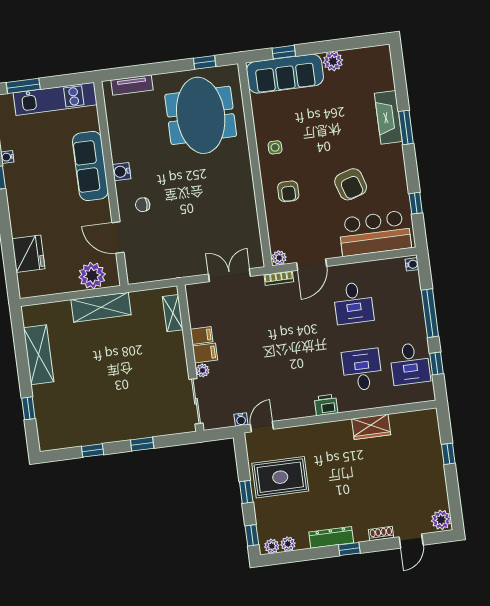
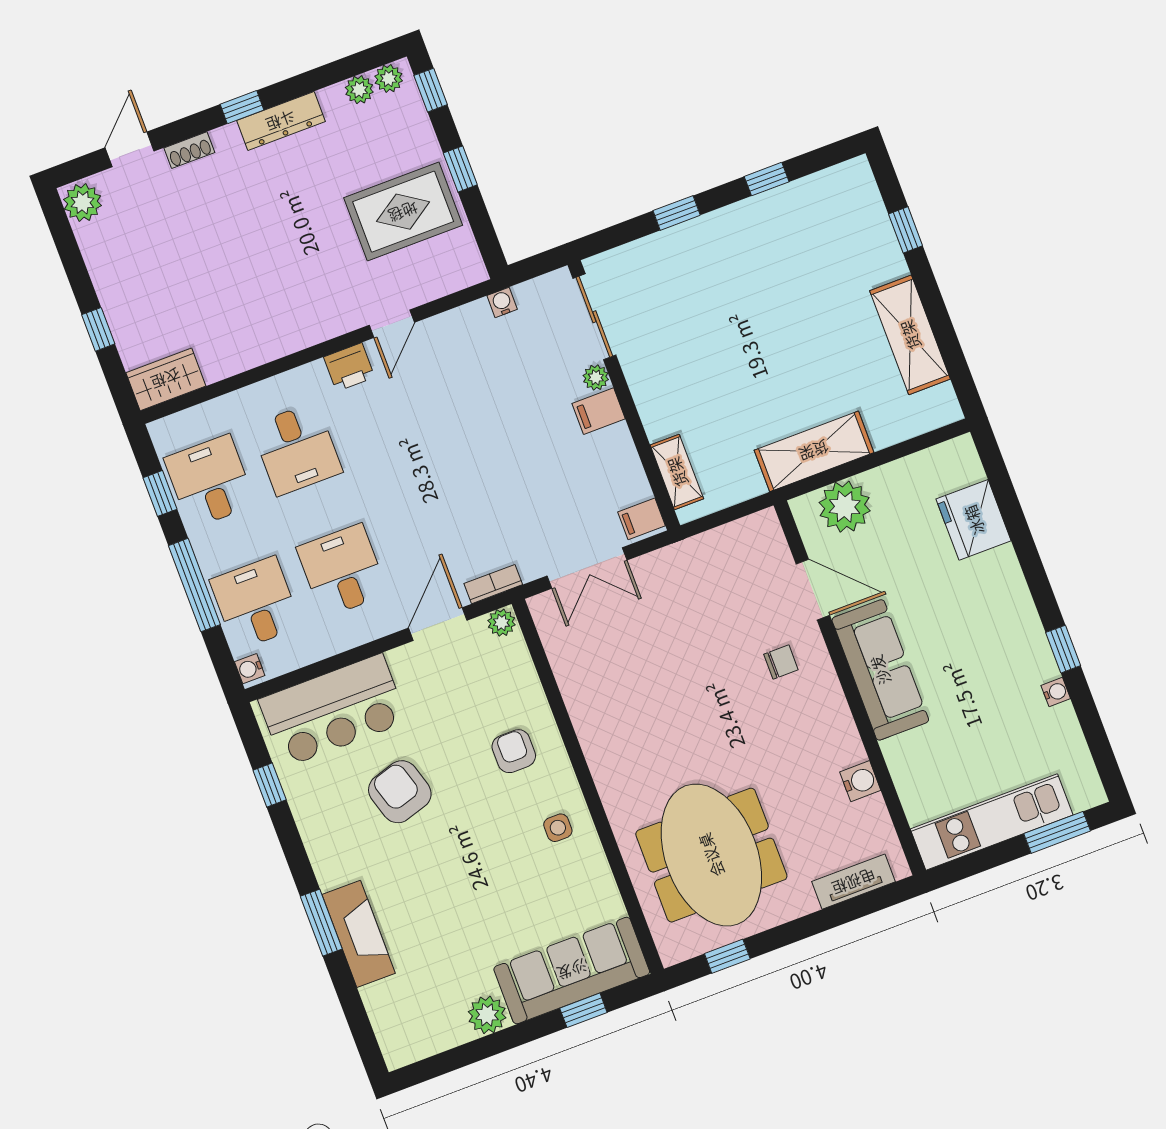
sofa: (90, 166) -> (880, 670), moved
water cooler: (121, 172) -> (860, 781), moved
desk: (401, 297) -> (256, 603), added
filing cabinet: (202, 335) -> (642, 519), moved
door: (262, 427) -> (392, 324), moved
wardrobe: (371, 427) -> (166, 379), moved

